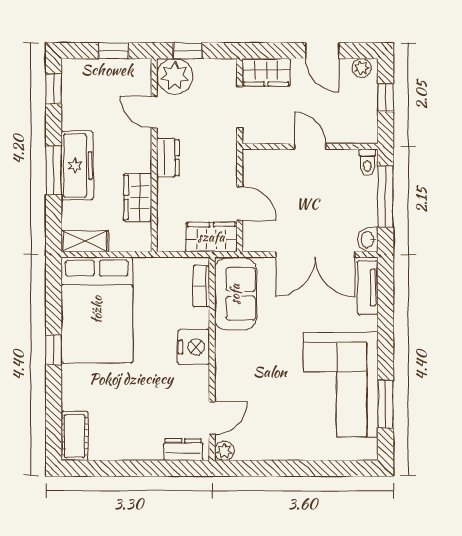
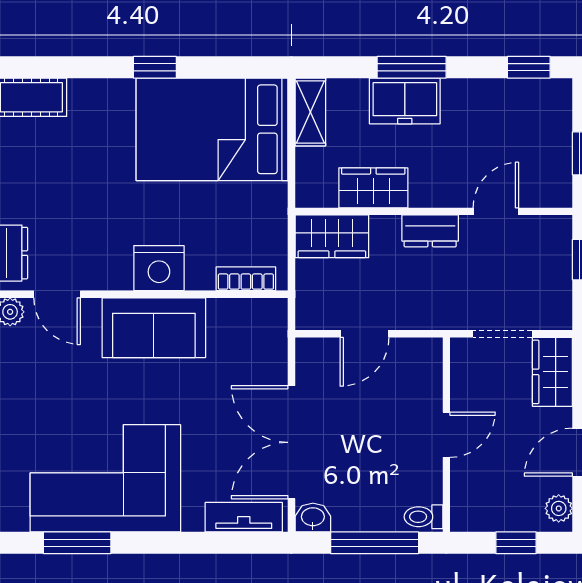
plant: (175, 76) -> (547, 241), removed
freezer: (77, 166) -> (405, 101), width x0.71
wardrobe: (211, 237) -> (332, 236), moved, turned 90
sofa: (235, 294) -> (154, 328), moved

